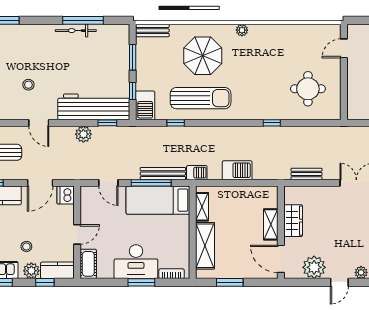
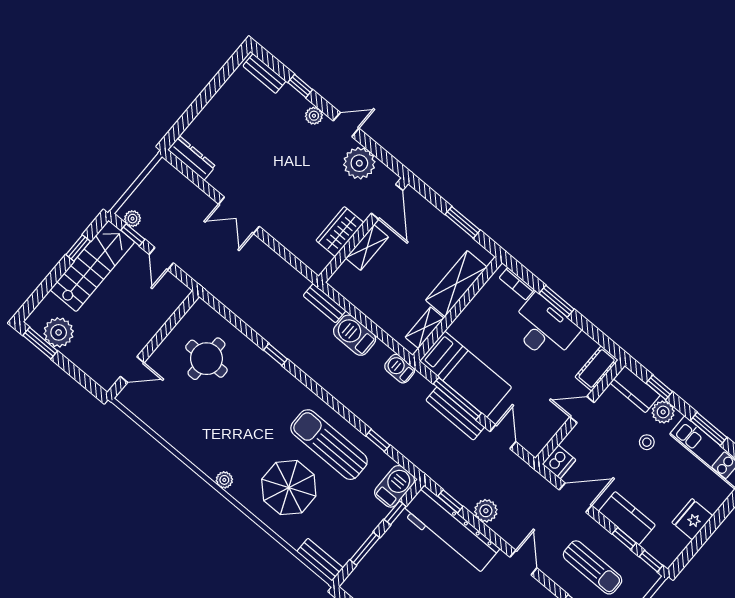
bench: (163, 174) -> (455, 414), moved
bench: (306, 174) -> (325, 303), moved

